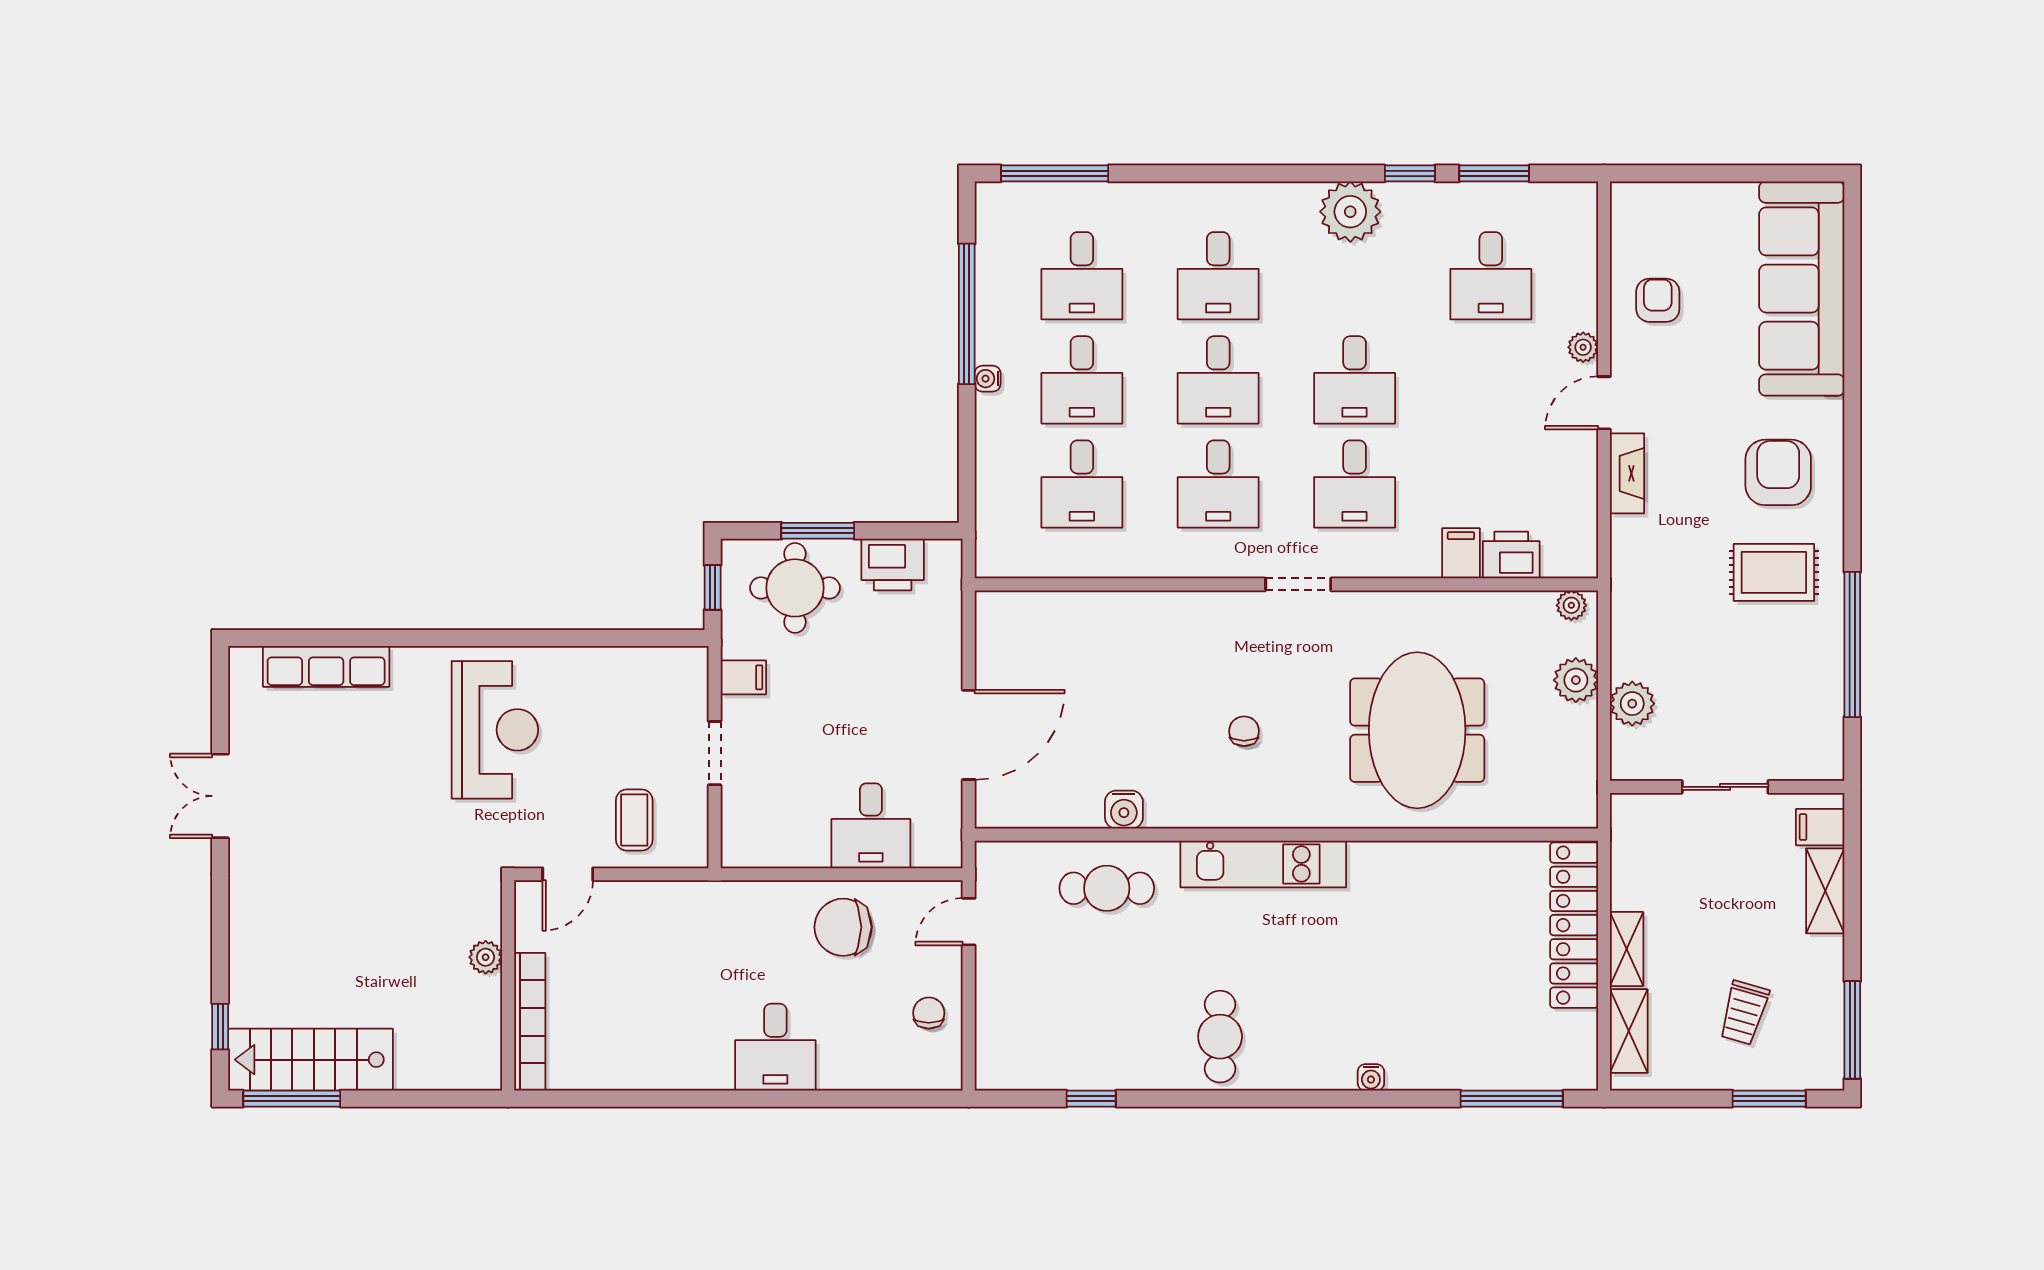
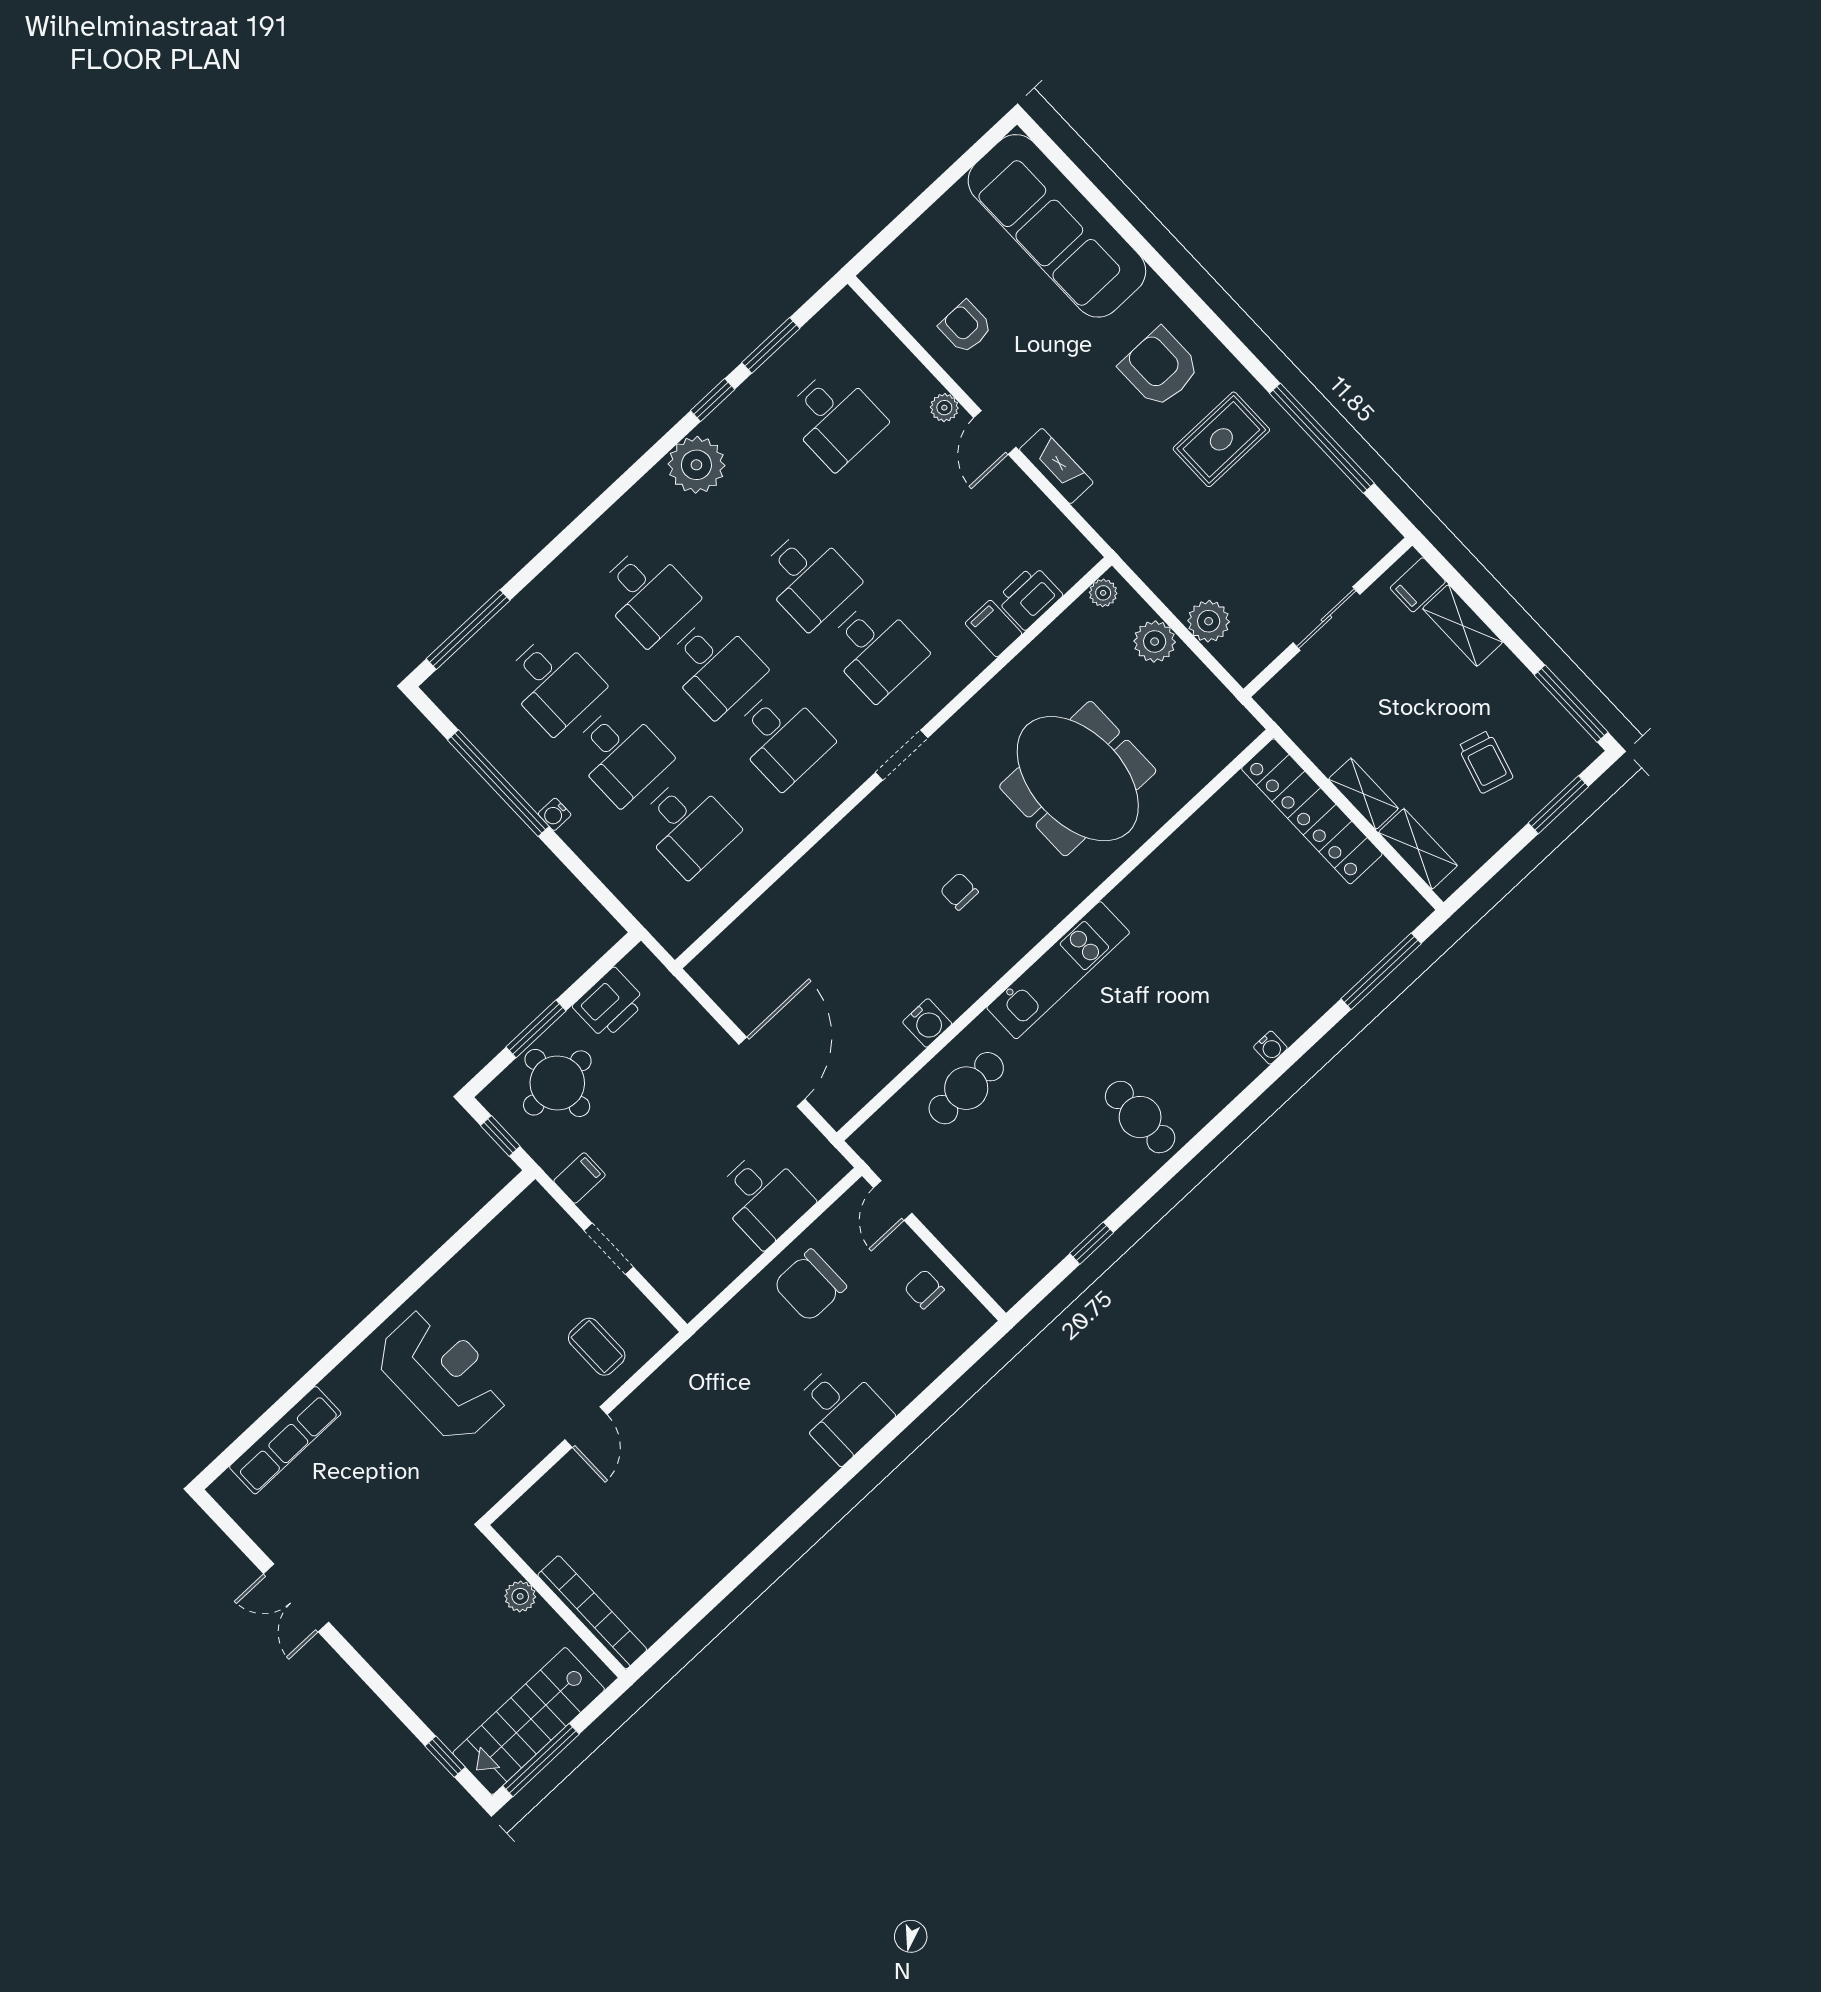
plant: (486, 957) -> (520, 1596), moved
wall: (508, 985) -> (554, 1601), moved
bookcase: (530, 1022) -> (592, 1612), moved

